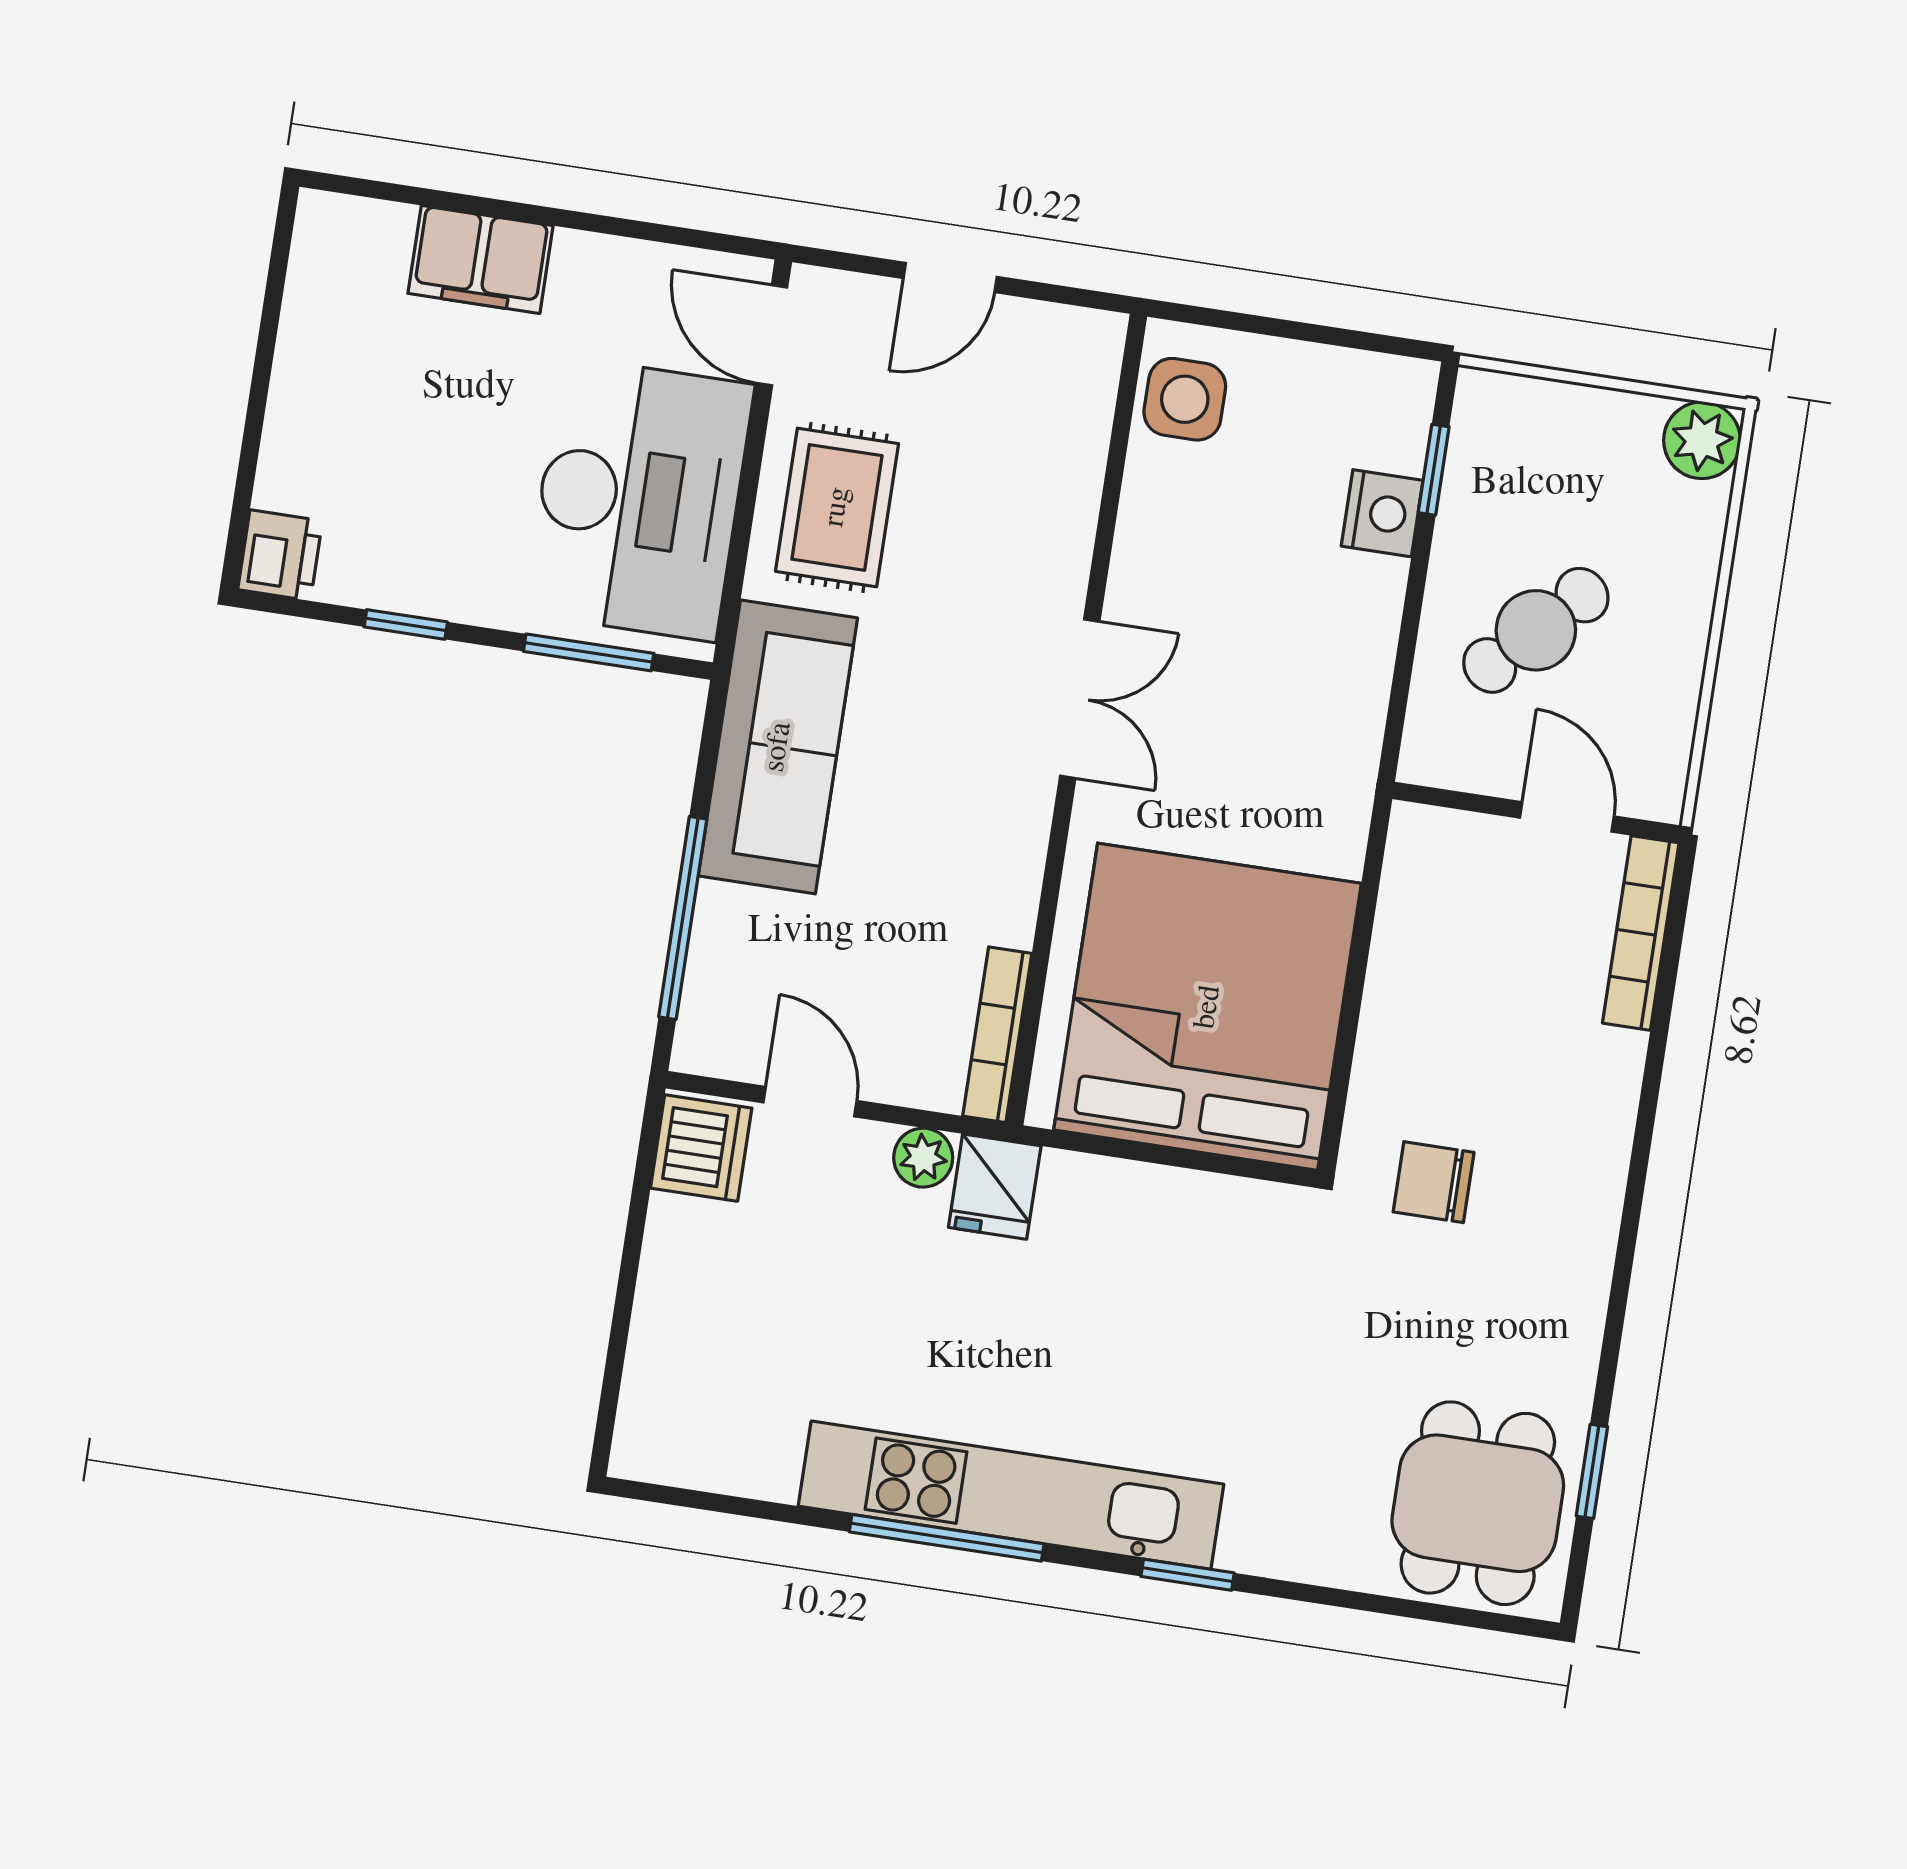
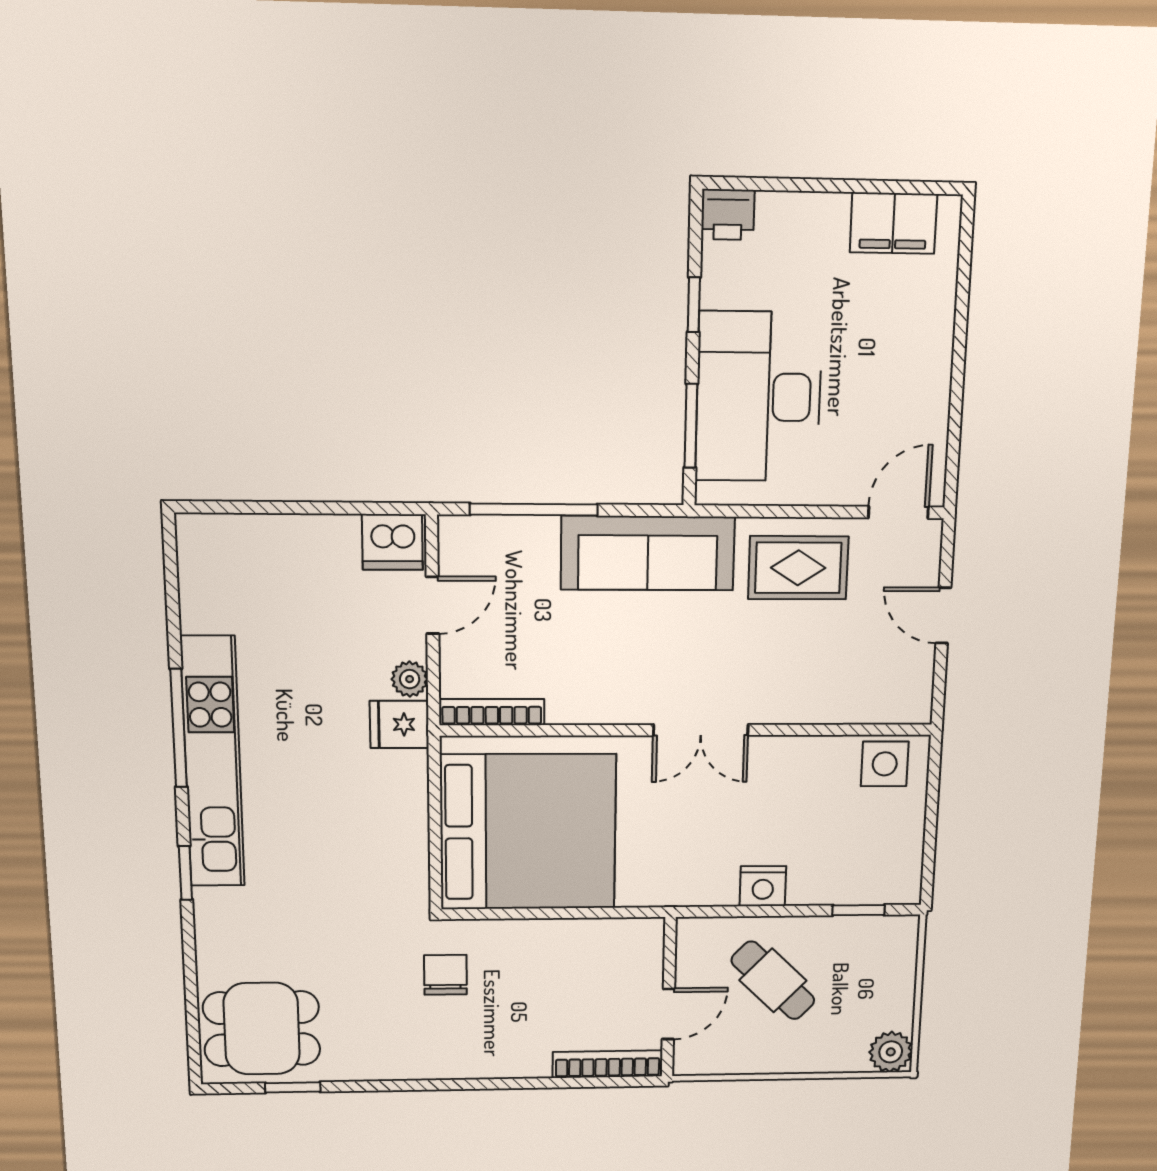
filing cabinet: (481, 260) -> (893, 223), moved, turned -90
desk: (639, 499) -> (759, 397), moved, turned 90
nightstand: (1382, 513) -> (763, 886), moved

